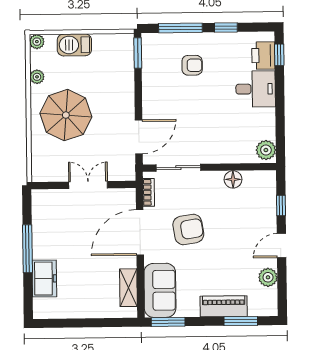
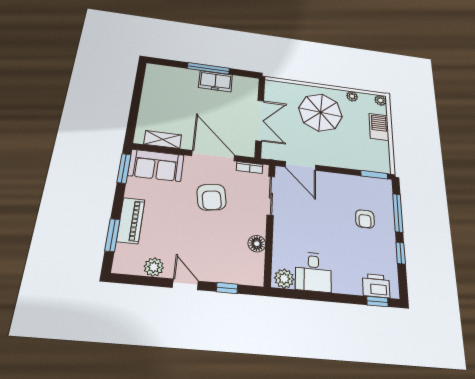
desk: (256, 89) -> (313, 272), moved
double door: (88, 185) -> (260, 120), width x1.37
freezer: (44, 279) -> (216, 81), moved

